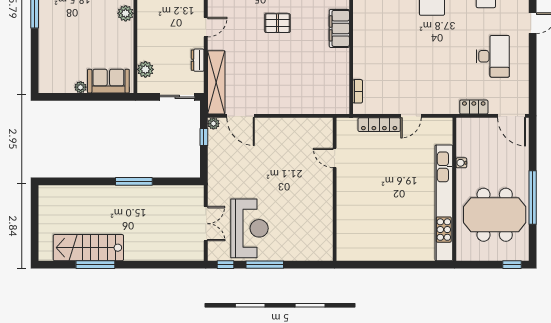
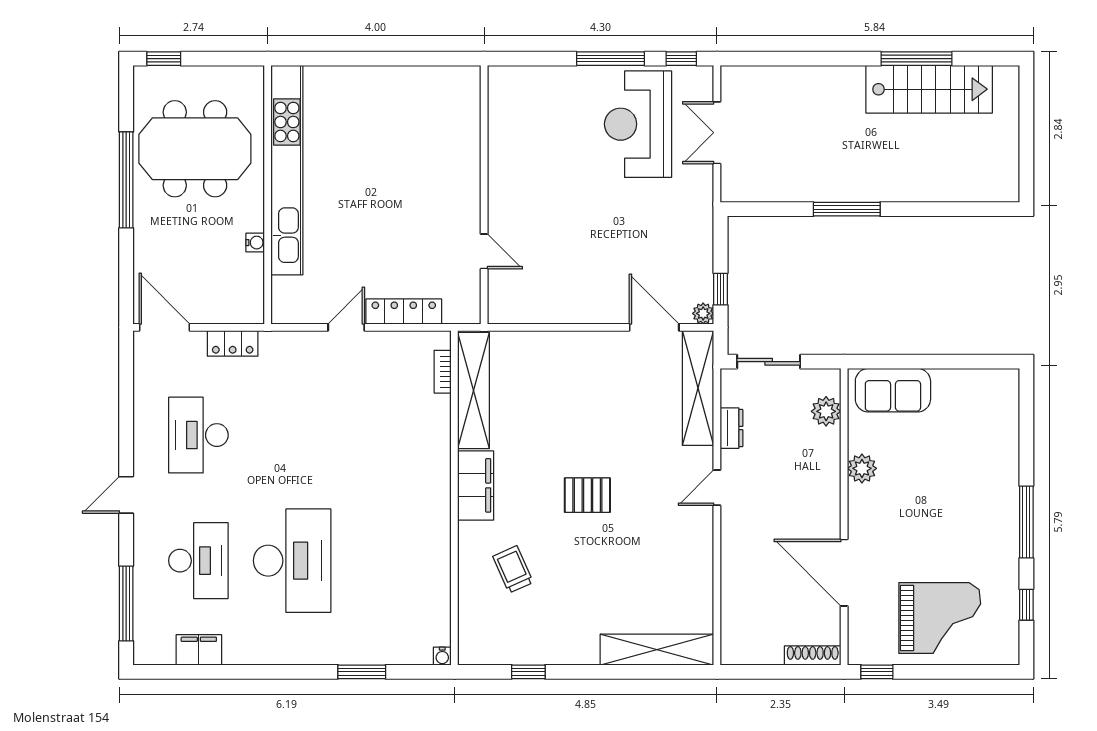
plant: (126, 13) -> (862, 468), moved
shelving: (340, 81) -> (474, 391), added
plant: (81, 87) -> (943, 379), removed

